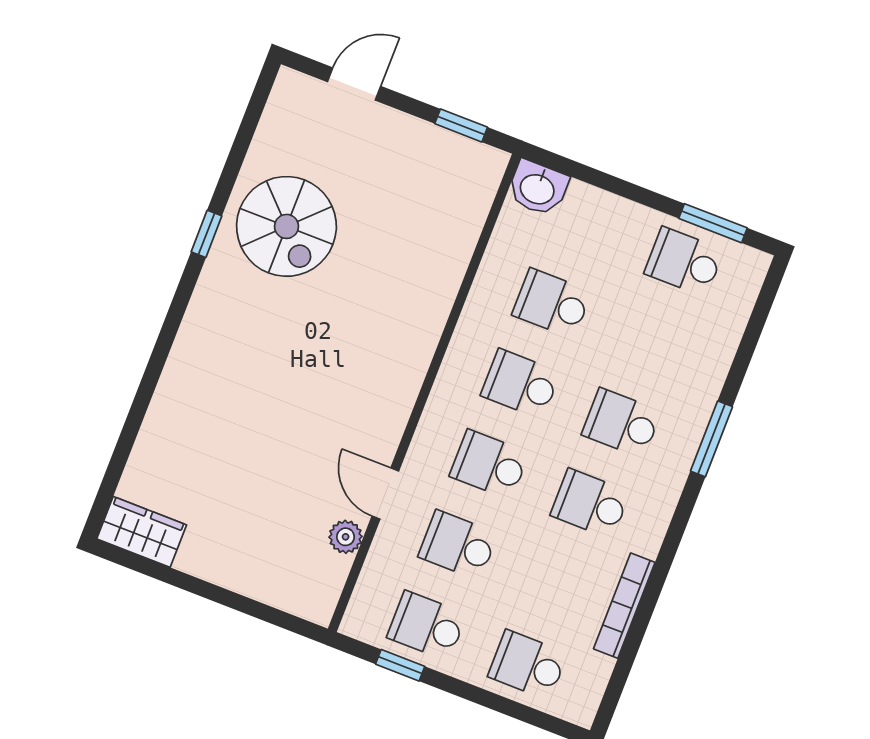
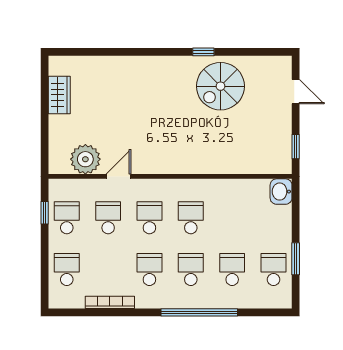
window: (713, 223) -> (296, 259), moved
school desk: (552, 303) -> (232, 270), moved
window: (711, 439) -> (199, 312), width x2.11
wardrobe: (142, 532) -> (59, 95), moved
plant: (346, 537) -> (85, 159), width x1.88, depth x1.88

